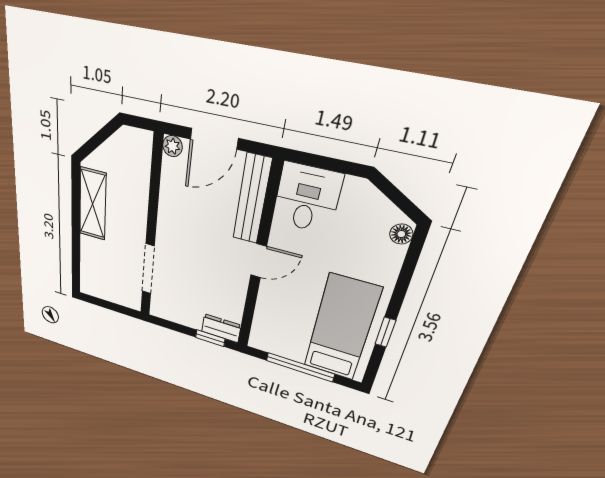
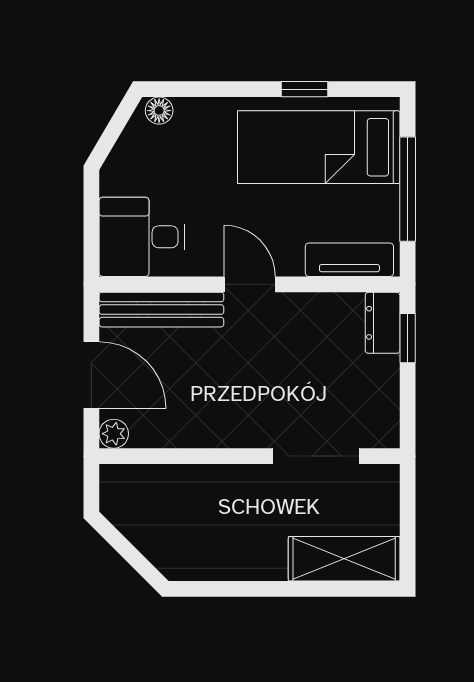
shelving: (93, 204) -> (344, 559), moved
tv unit: (263, 323) -> (349, 260), added

